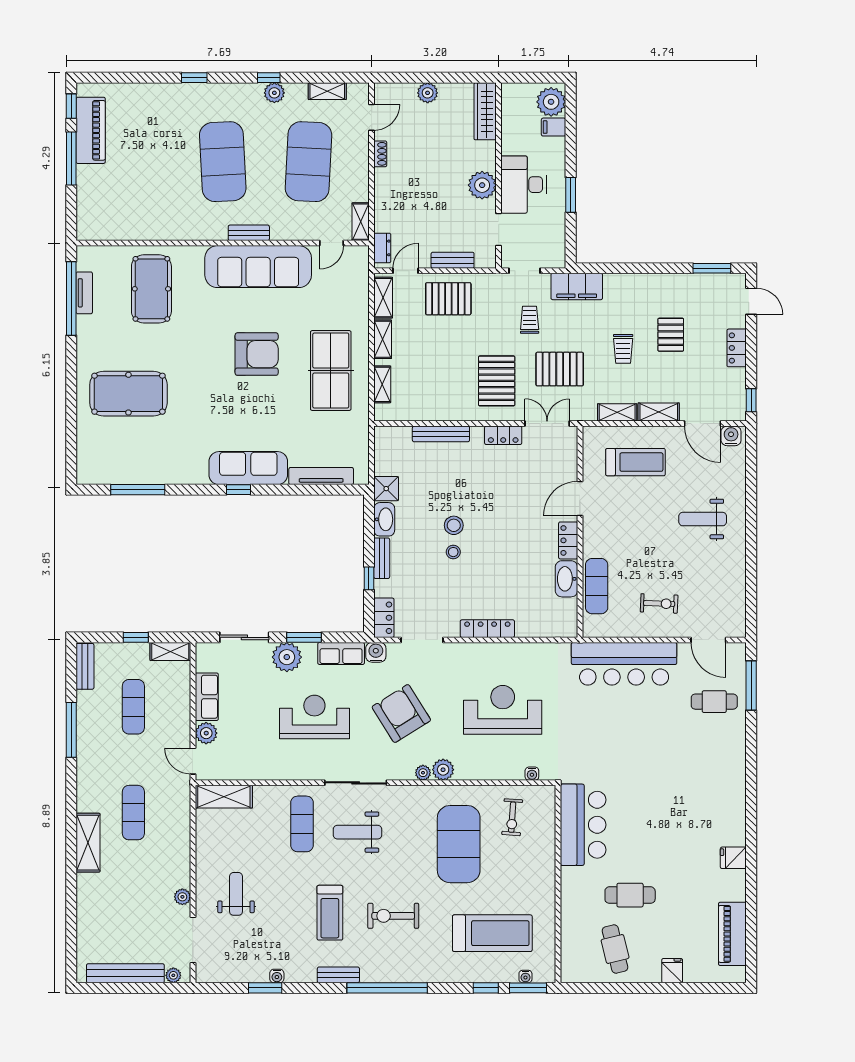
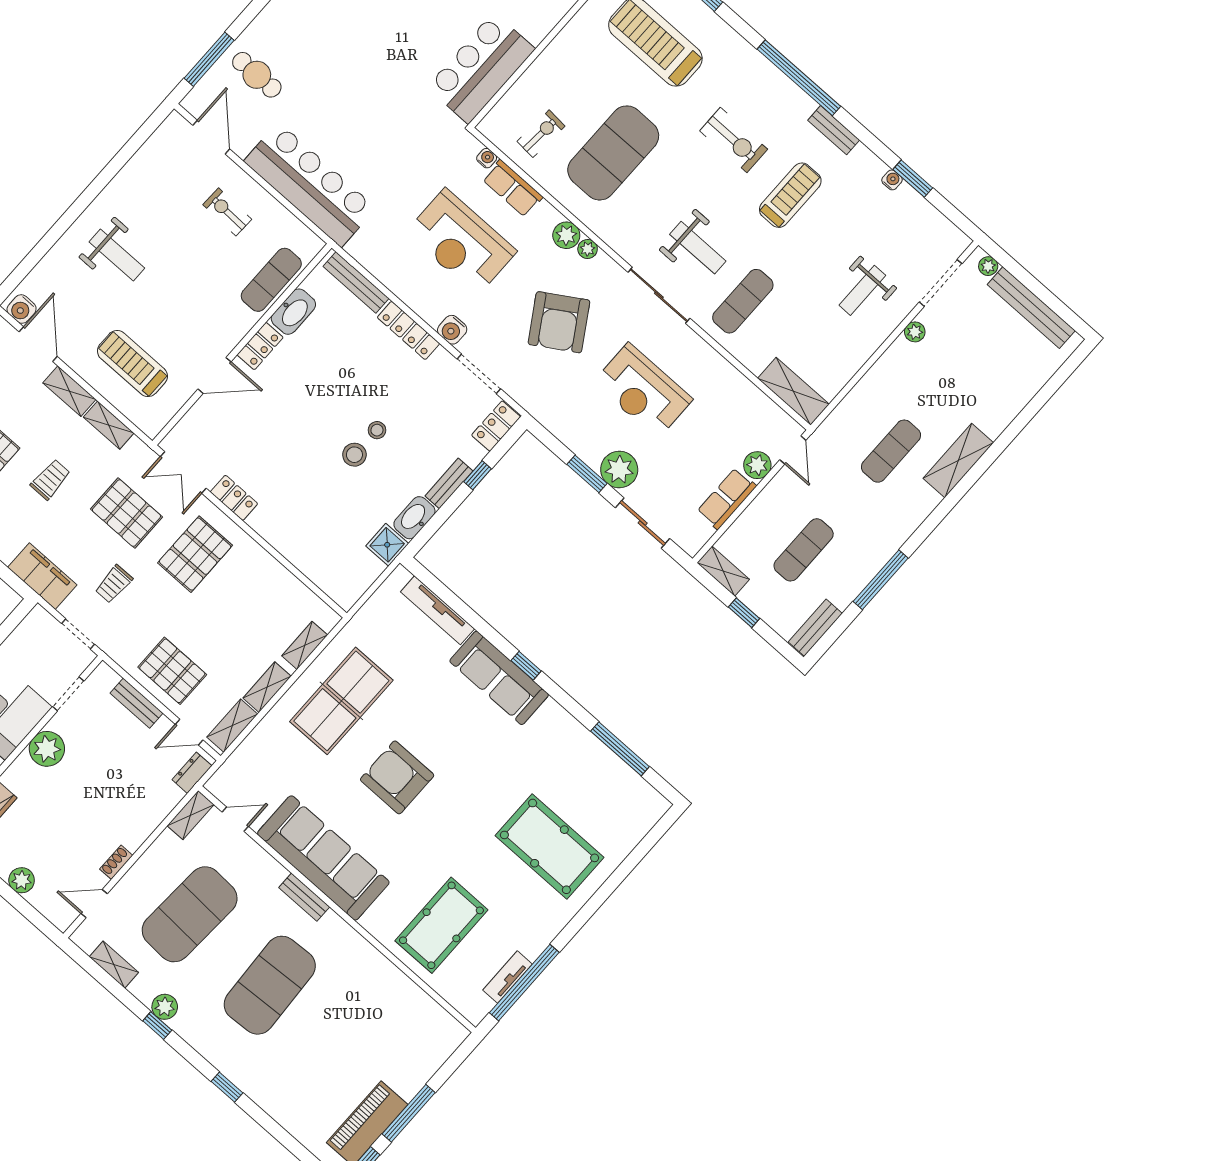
bench: (441, 434) -> (356, 282), moved
water cooler: (376, 652) -> (452, 330), moved
row of seats: (341, 653) -> (513, 188), moved, turned 180

